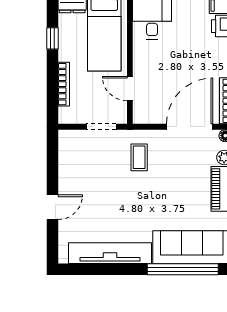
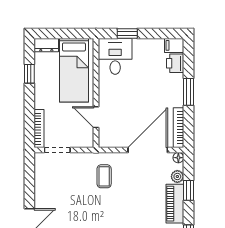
bookcase: (64, 84) -> (39, 129), moved
doorway: (101, 127) -> (57, 150), moved

